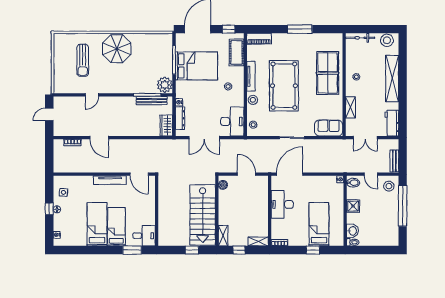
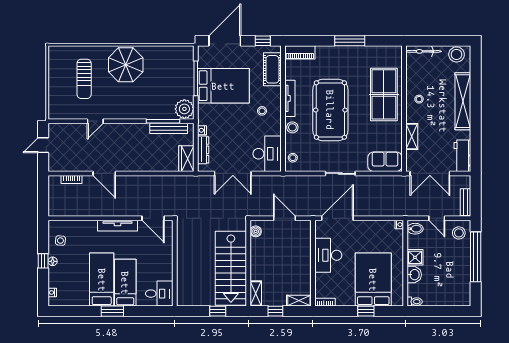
double door: (365, 138) -> (430, 173), width x1.37
bed: (319, 224) -> (373, 280), width x1.50
washbasin: (352, 231) -> (414, 275), moved
window: (132, 250) -> (112, 311), moved

